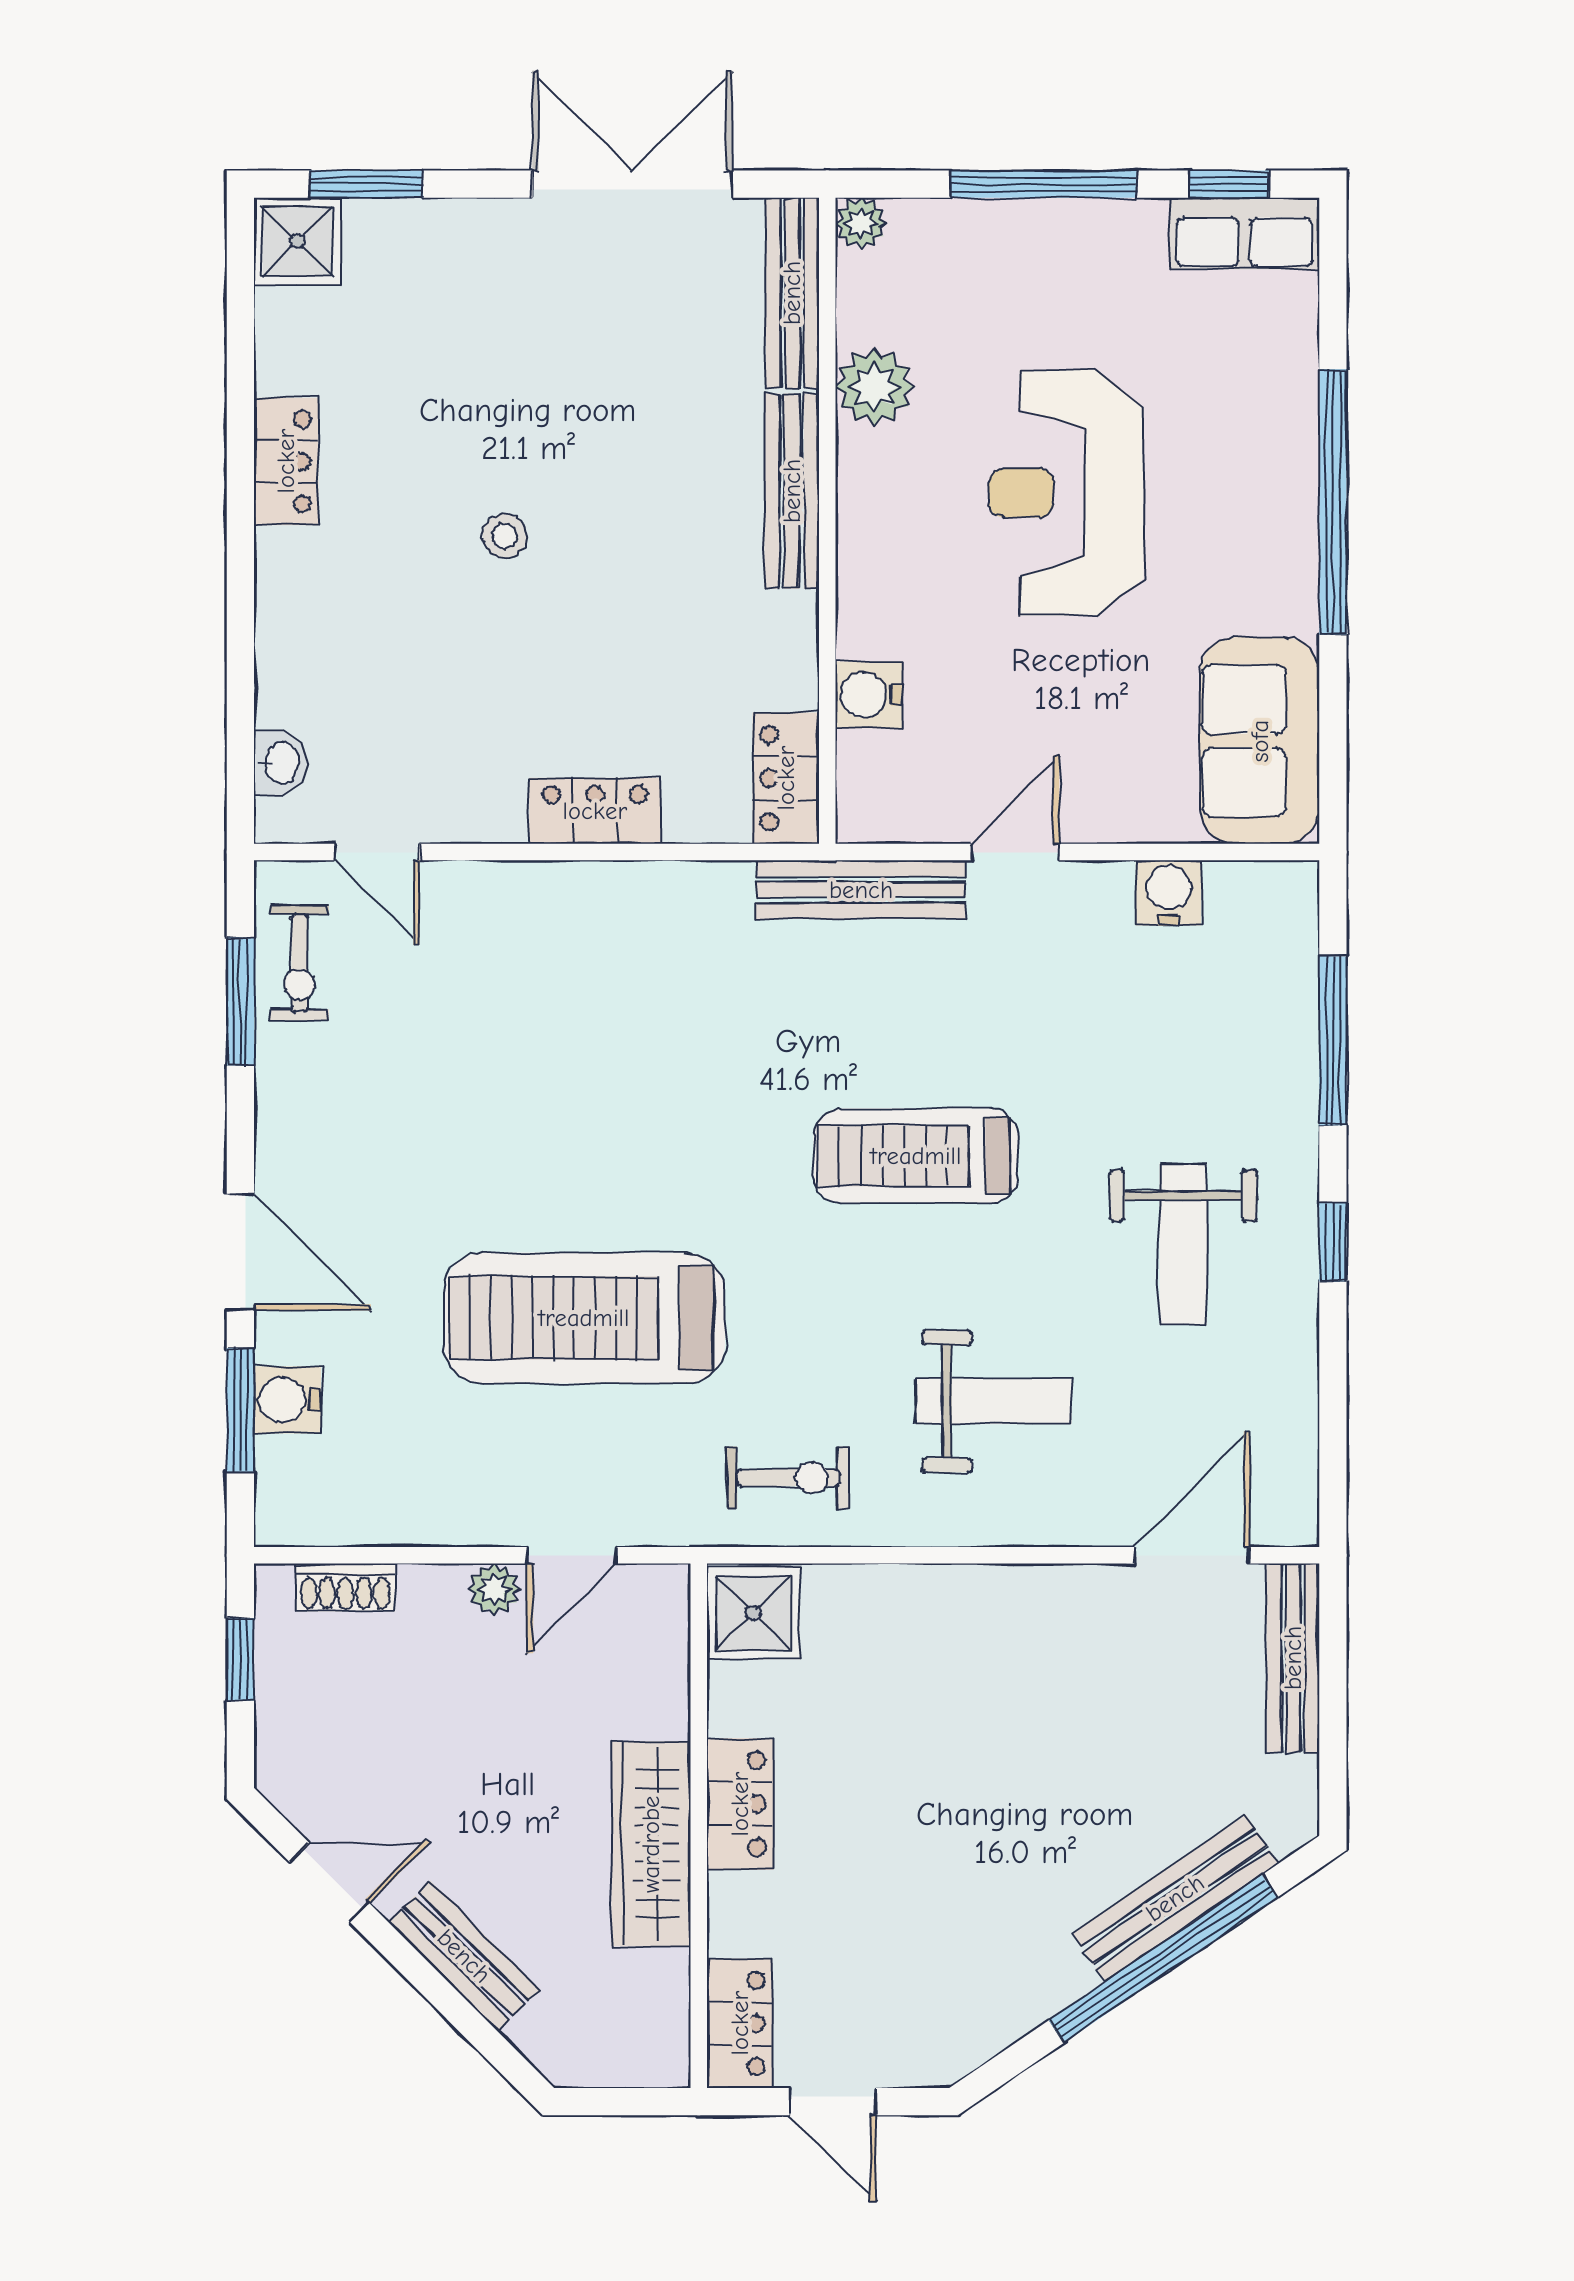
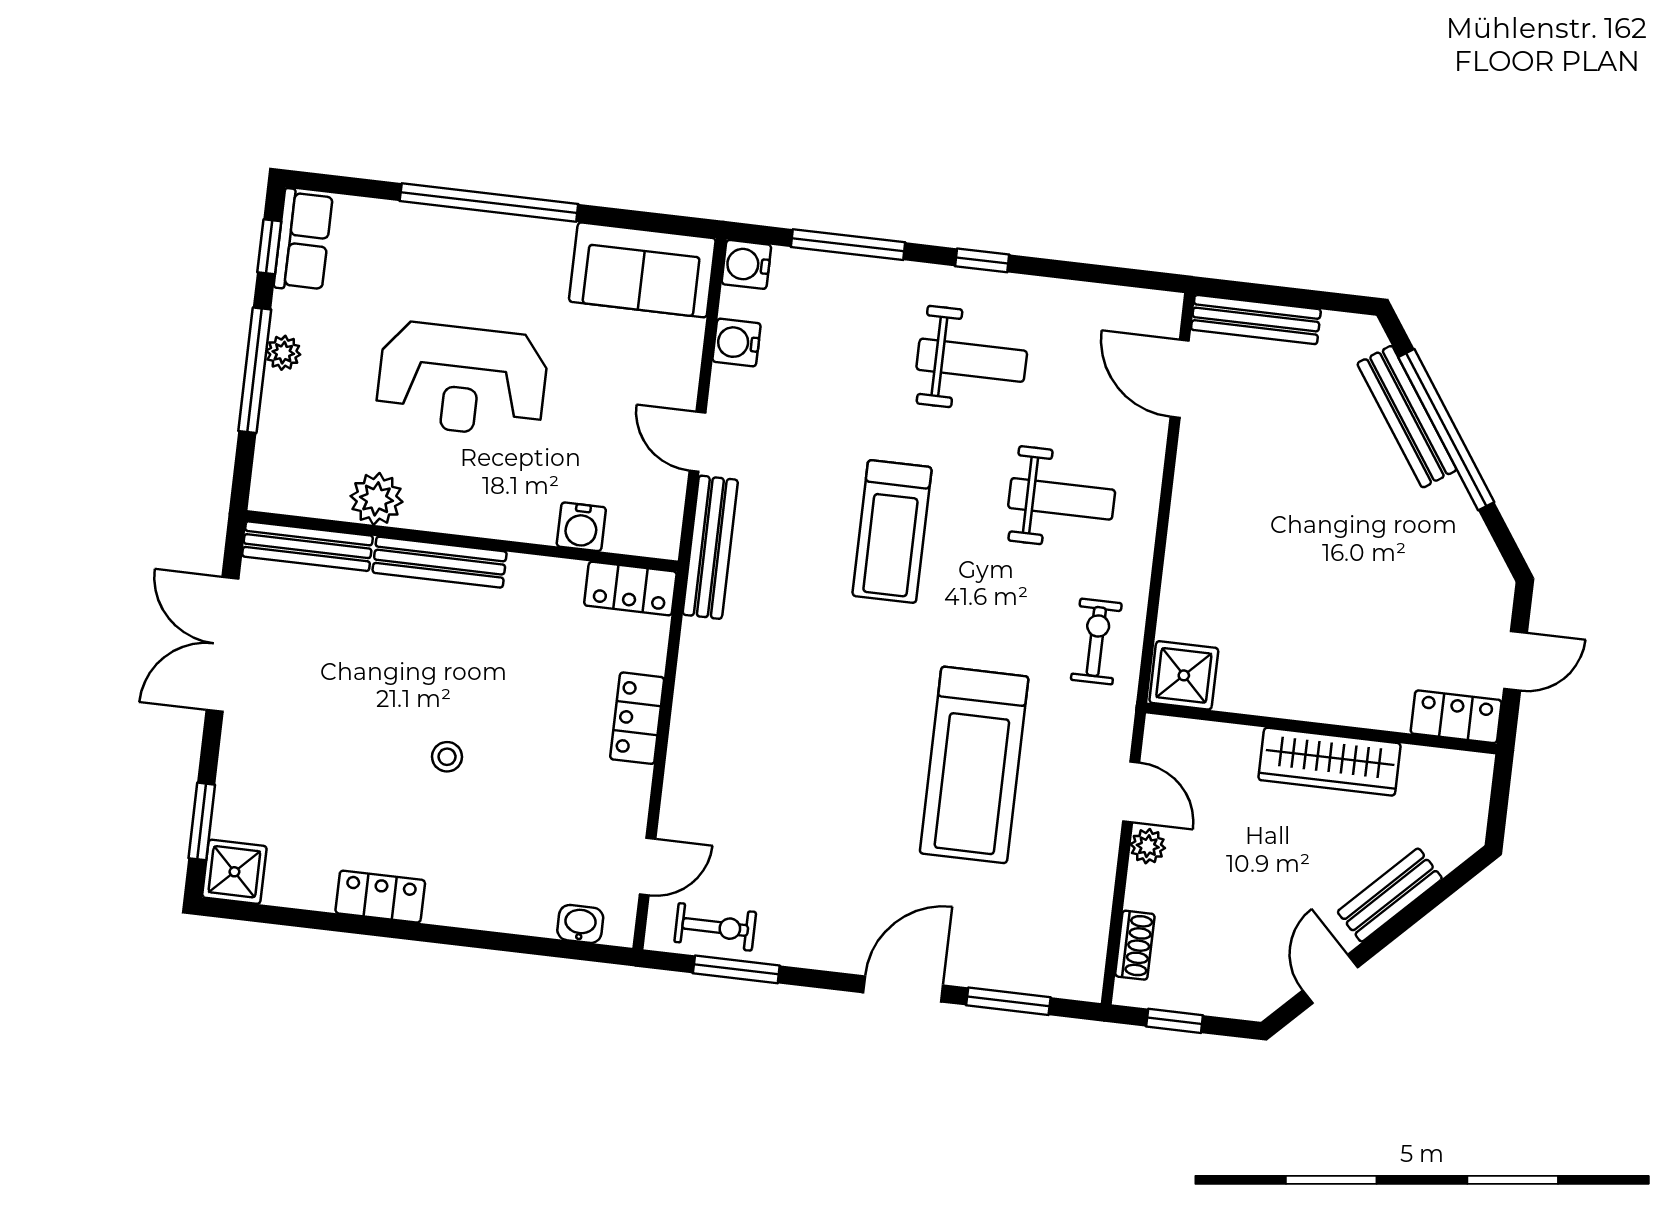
plant: (861, 223) -> (283, 353), moved
water cooler: (287, 1400) -> (746, 264), moved, turned 90
weight bench: (994, 1401) -> (1062, 499), turned 90
locker: (740, 1804) -> (1310, 699), removed

